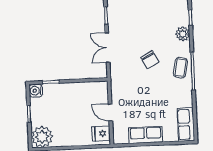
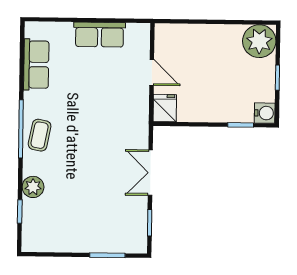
double door: (107, 48) -> (150, 173), swing flipped
chair: (150, 60) -> (86, 150), removed
row of seats: (186, 124) -> (36, 65), moved
fridge: (101, 134) -> (165, 108), moved, turned -90

